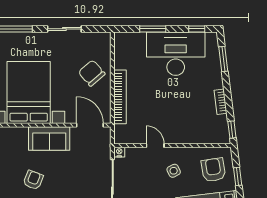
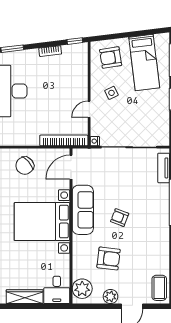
bookcase: (120, 97) -> (64, 140), moved
sofa: (49, 138) -> (83, 210), width x1.36
window: (238, 176) -> (117, 36), removed

